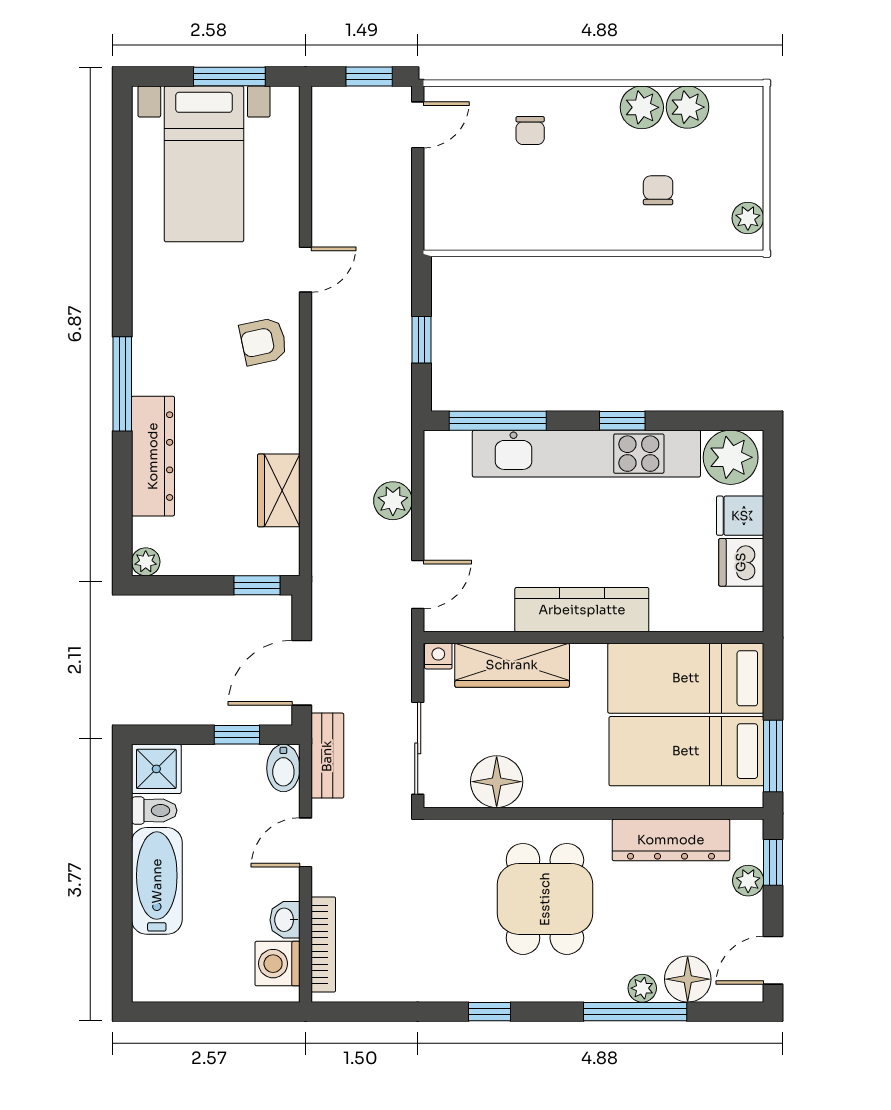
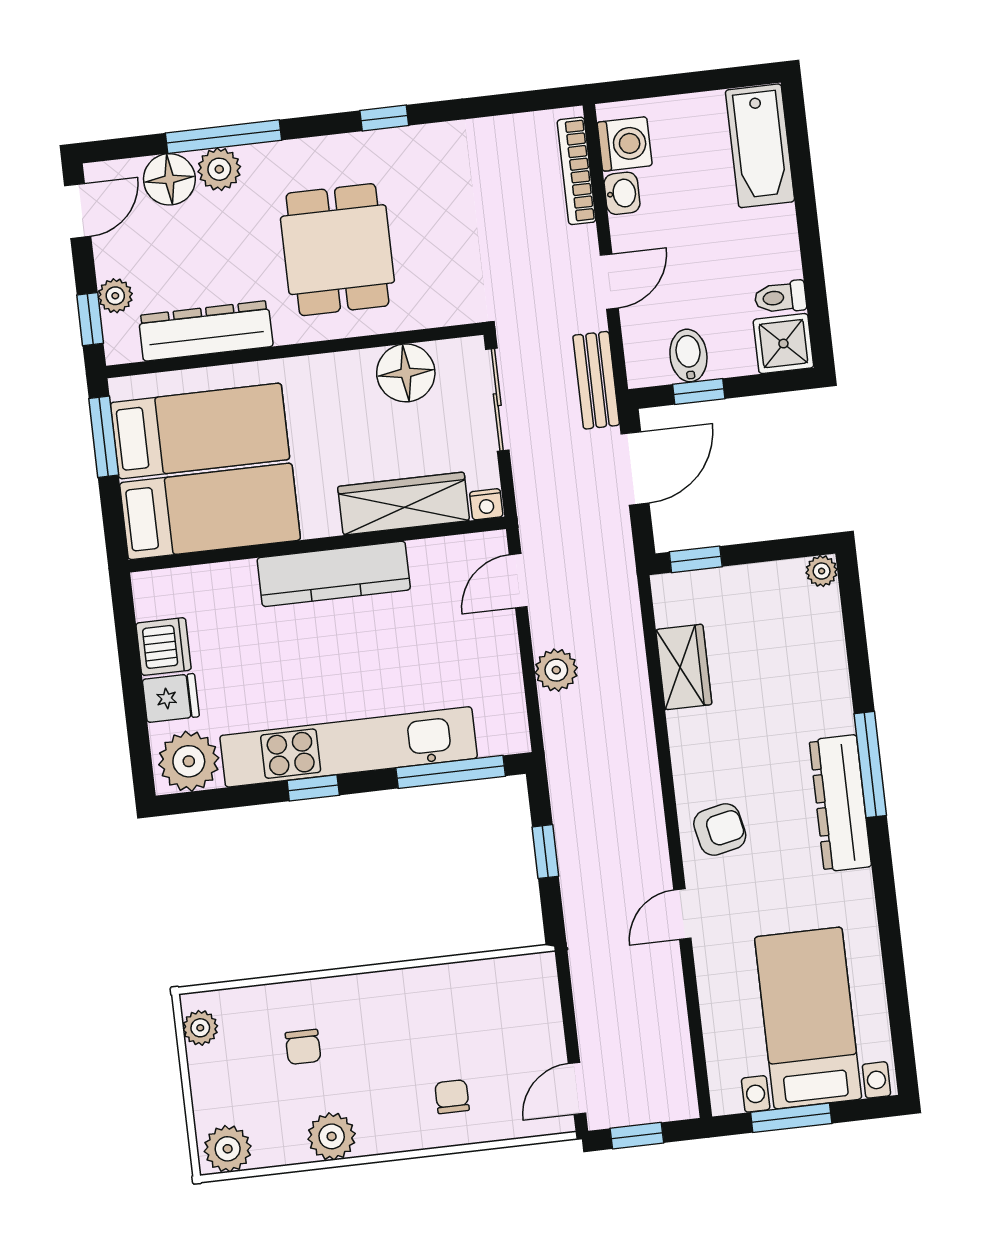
plant: (687, 107) -> (228, 1149), moved
dresser: (153, 456) -> (840, 803), moved
bidet: (283, 768) -> (688, 356), moved
bathtub: (157, 881) -> (760, 146), moved
plant: (642, 988) -> (219, 169), width x1.38, depth x1.38

